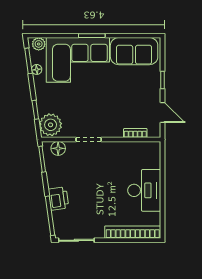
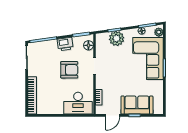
sofa: (134, 51) -> (137, 105), moved, turned 90
plant: (51, 125) -> (117, 38), moved
armchair: (95, 177) -> (69, 70), added
desk: (144, 190) -> (78, 103), moved
printer: (58, 199) -> (65, 44), moved

